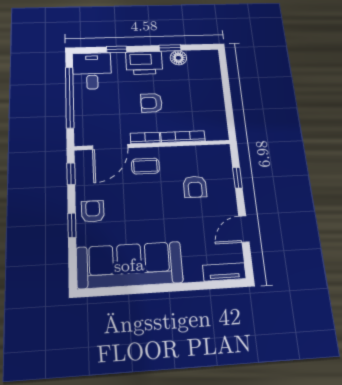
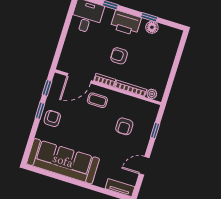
window: (70, 97) -> (65, 32), removed
plant: (213, 134) -> (152, 94), added
window: (72, 225) -> (40, 111), moved

